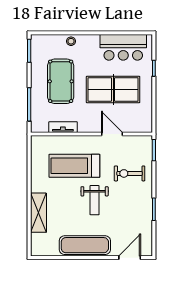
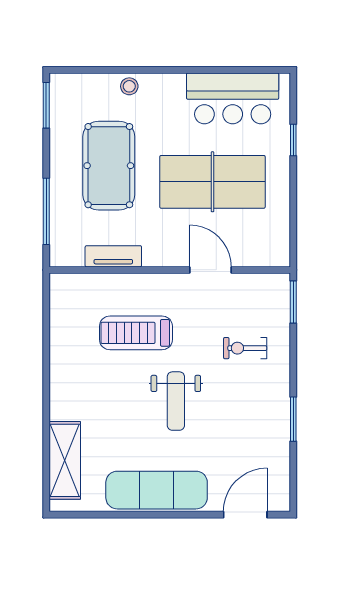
treadmill: (74, 166) -> (136, 333), width x0.73, depth x0.73
exercise bike: (130, 173) -> (245, 348), width x0.73, depth x0.72
shelving: (38, 213) -> (65, 460), moved

